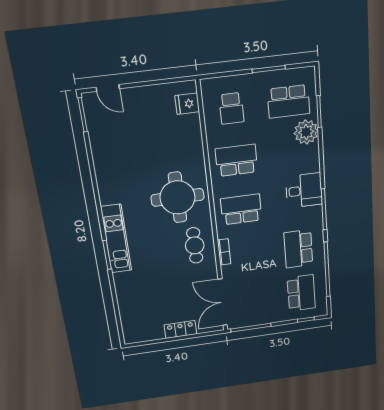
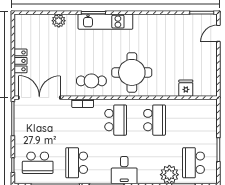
fridge: (187, 104) -> (186, 88), moved
school desk: (232, 108) -> (194, 120), removed
school desk: (298, 249) -> (77, 163), turned -90
plant: (124, 294) -> (59, 21), added

